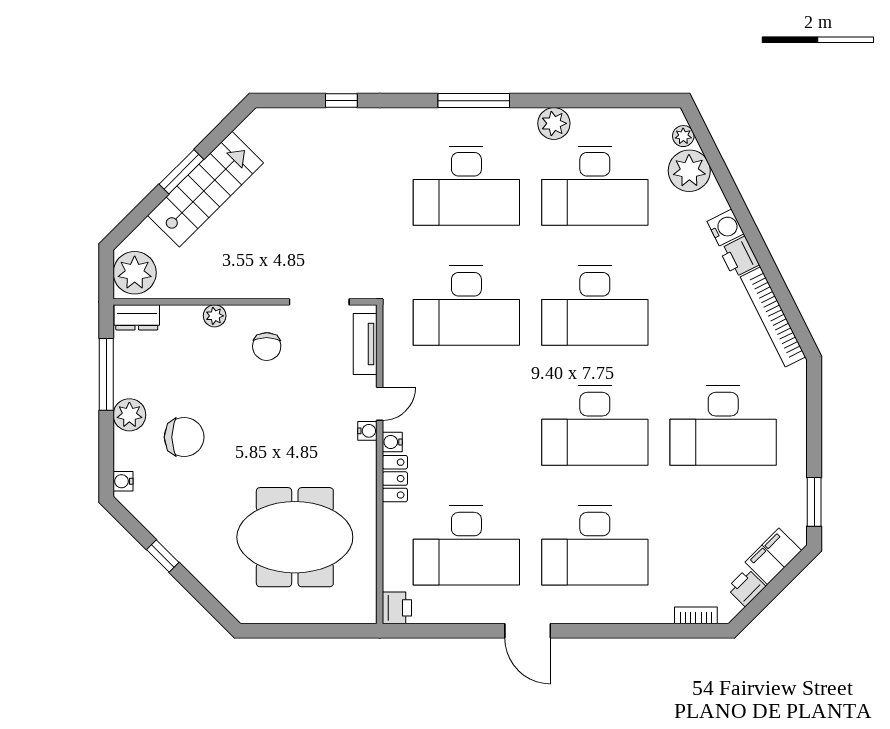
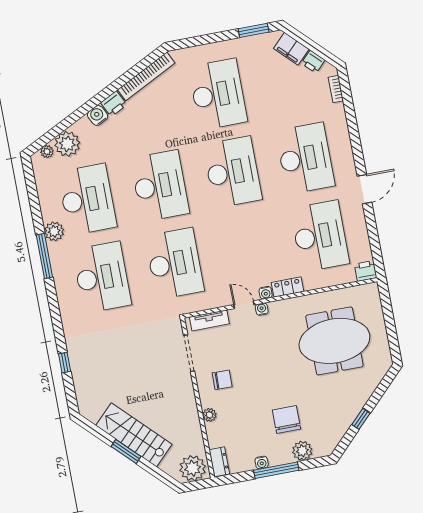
window: (474, 101) -> (44, 256), moved
window: (106, 374) -> (276, 470), moved
plant: (129, 415) -> (302, 451), moved
water cooler: (123, 481) -> (262, 462), moved
meeting table: (295, 537) -> (334, 341), turned 90

